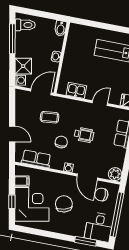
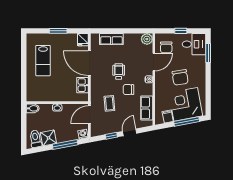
window: (12, 39) -> (65, 144), moved
shower: (23, 66) -> (48, 138), moved
door: (41, 92) -> (89, 115), hinge flipped
door: (100, 103) -> (89, 63), width x1.87
window: (12, 112) -> (111, 136), added
window: (12, 202) -> (187, 122), width x2.17
chair: (64, 204) -> (180, 77), turned -83
window: (117, 215) -> (181, 31), width x0.32

